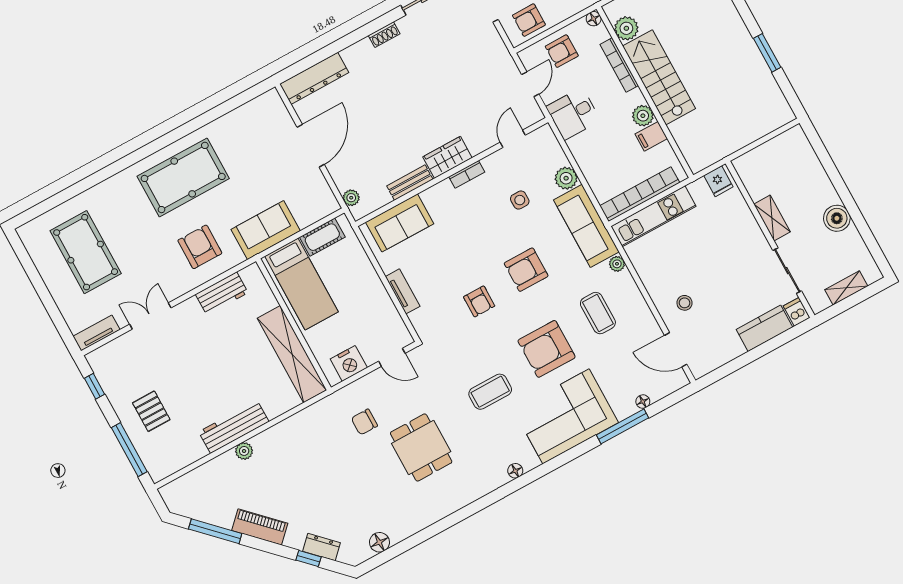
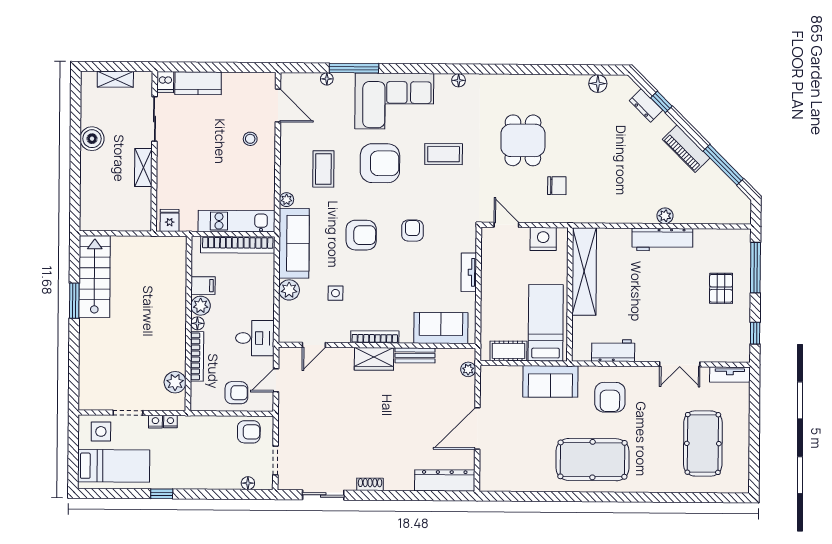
floor lamp: (594, 19) -> (197, 323), moved
stairs: (659, 77) -> (95, 277), moved, turned 180
bookcase: (467, 174) -> (375, 337), width x1.56

